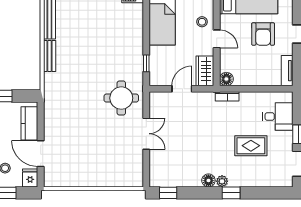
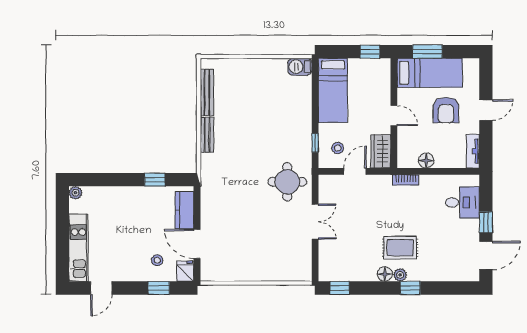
stool: (202, 22) -> (338, 148), moved
floor lamp: (226, 79) -> (426, 161), moved
rug: (251, 146) -> (400, 248), moved

